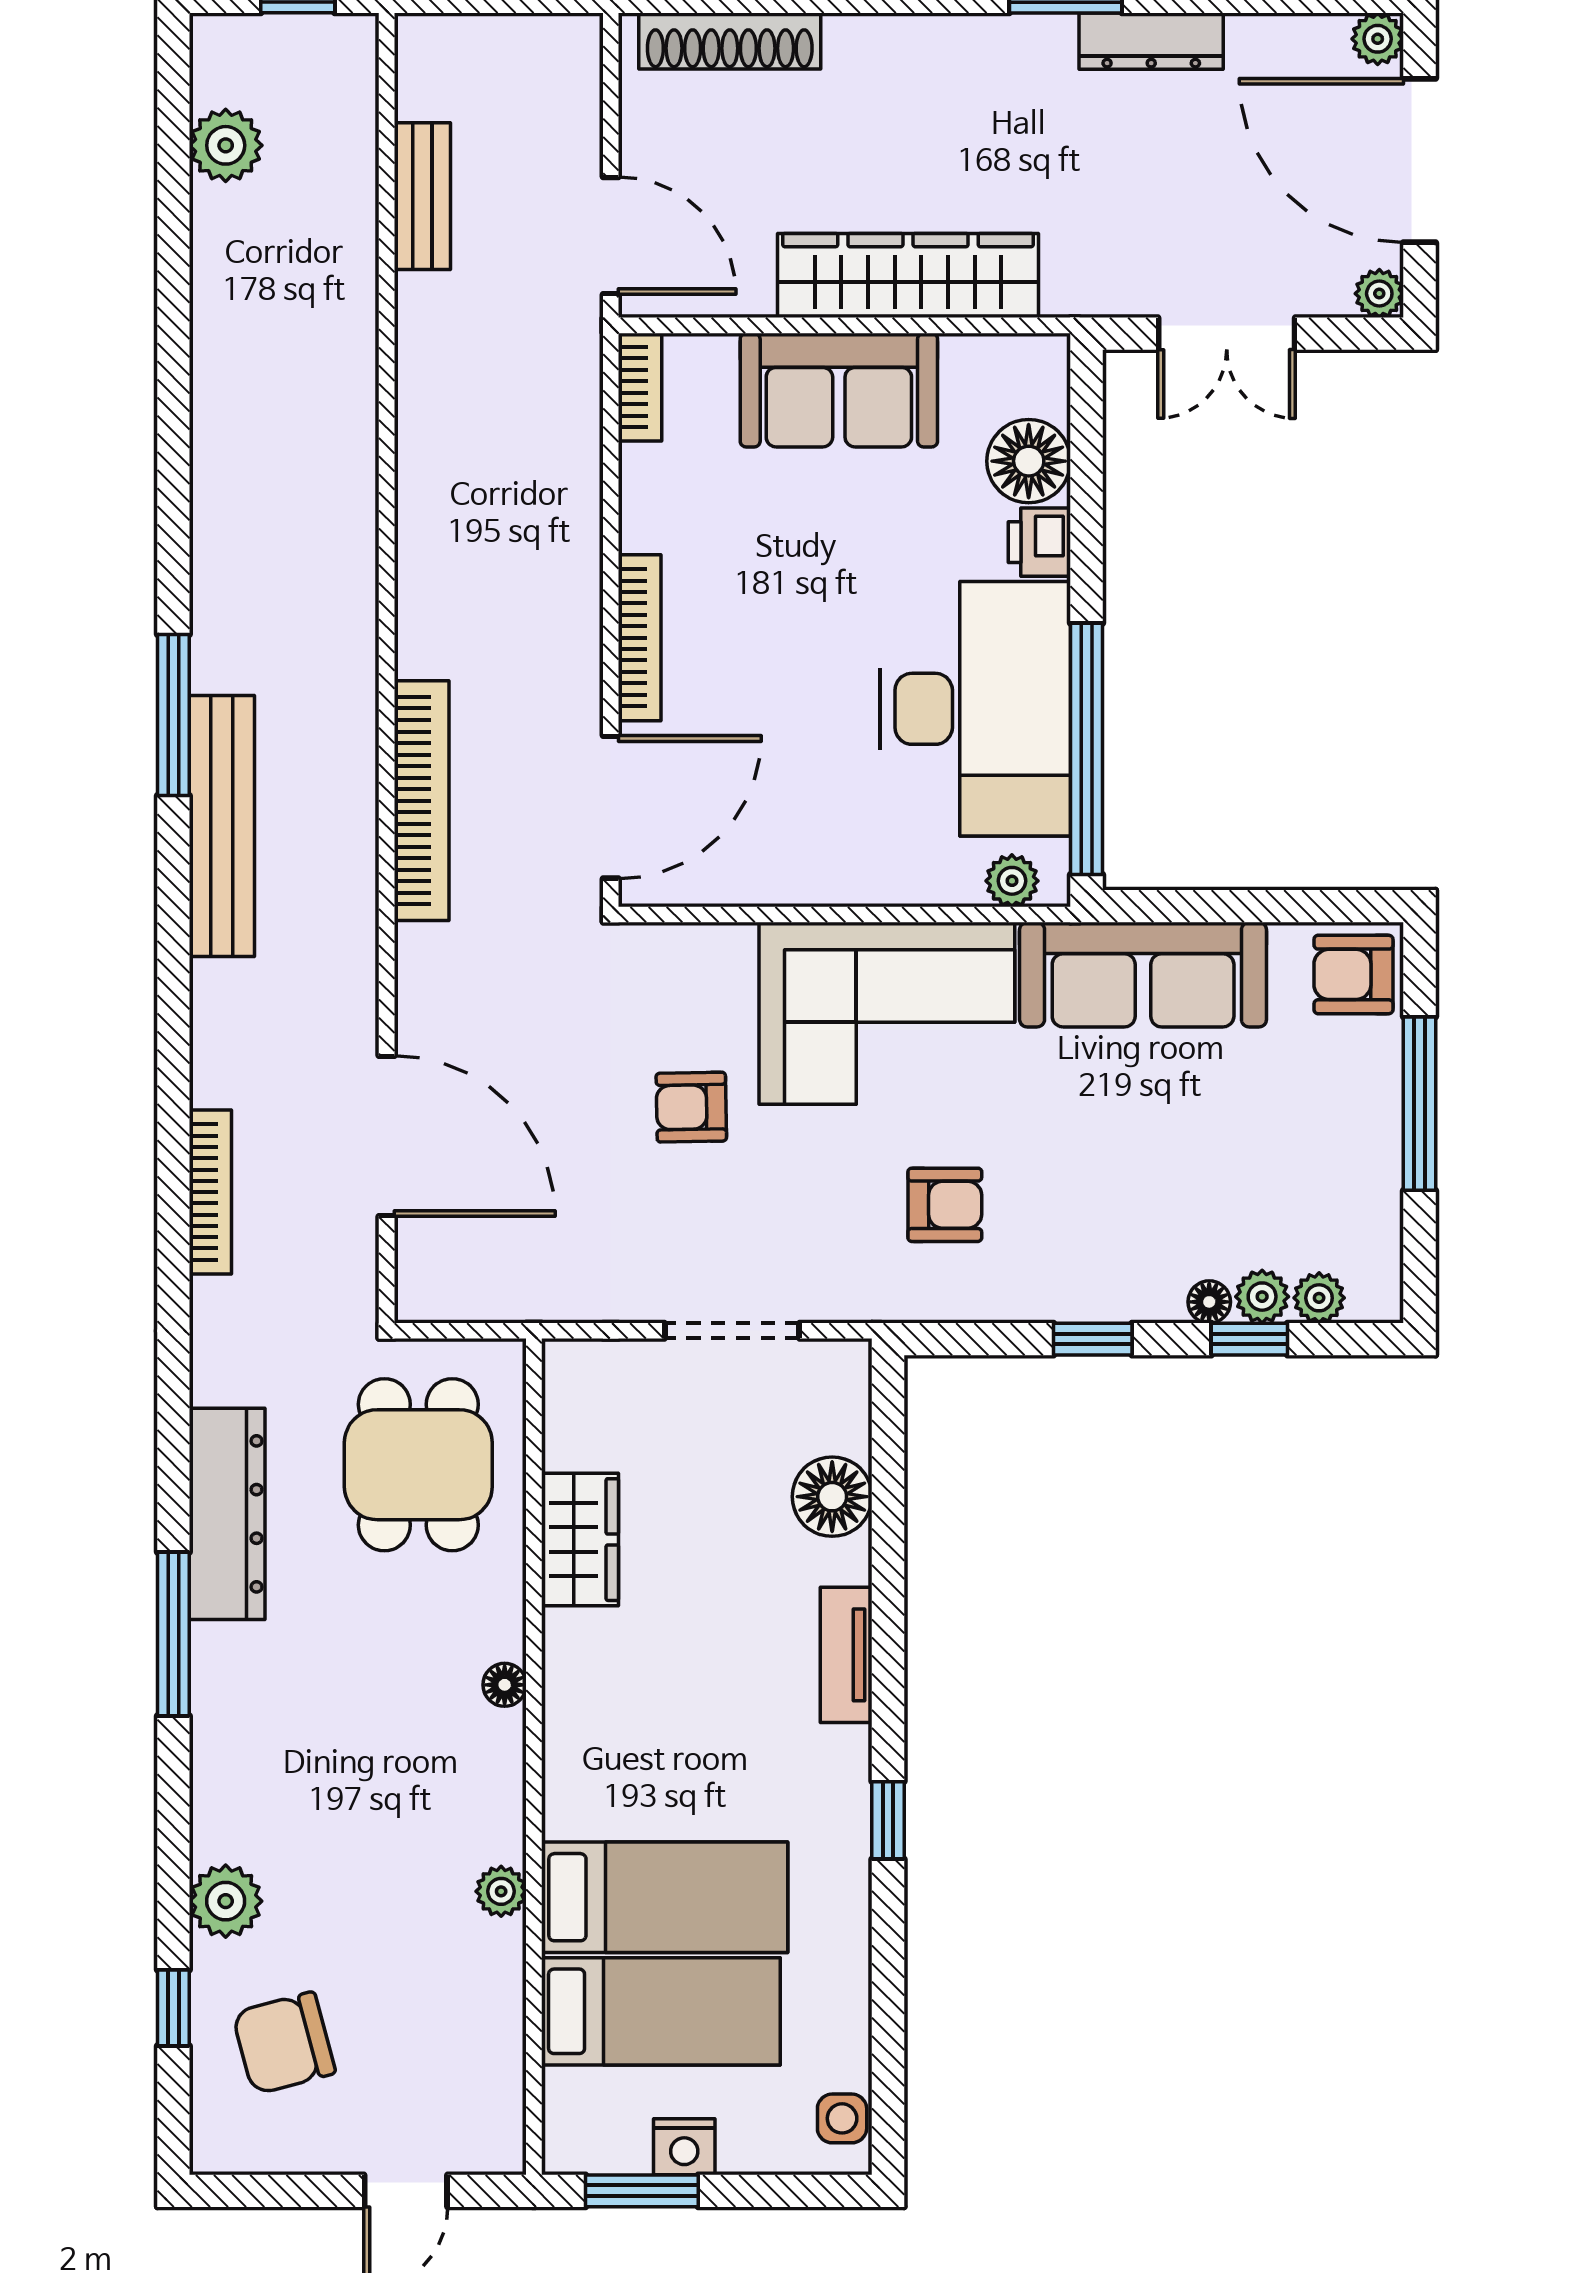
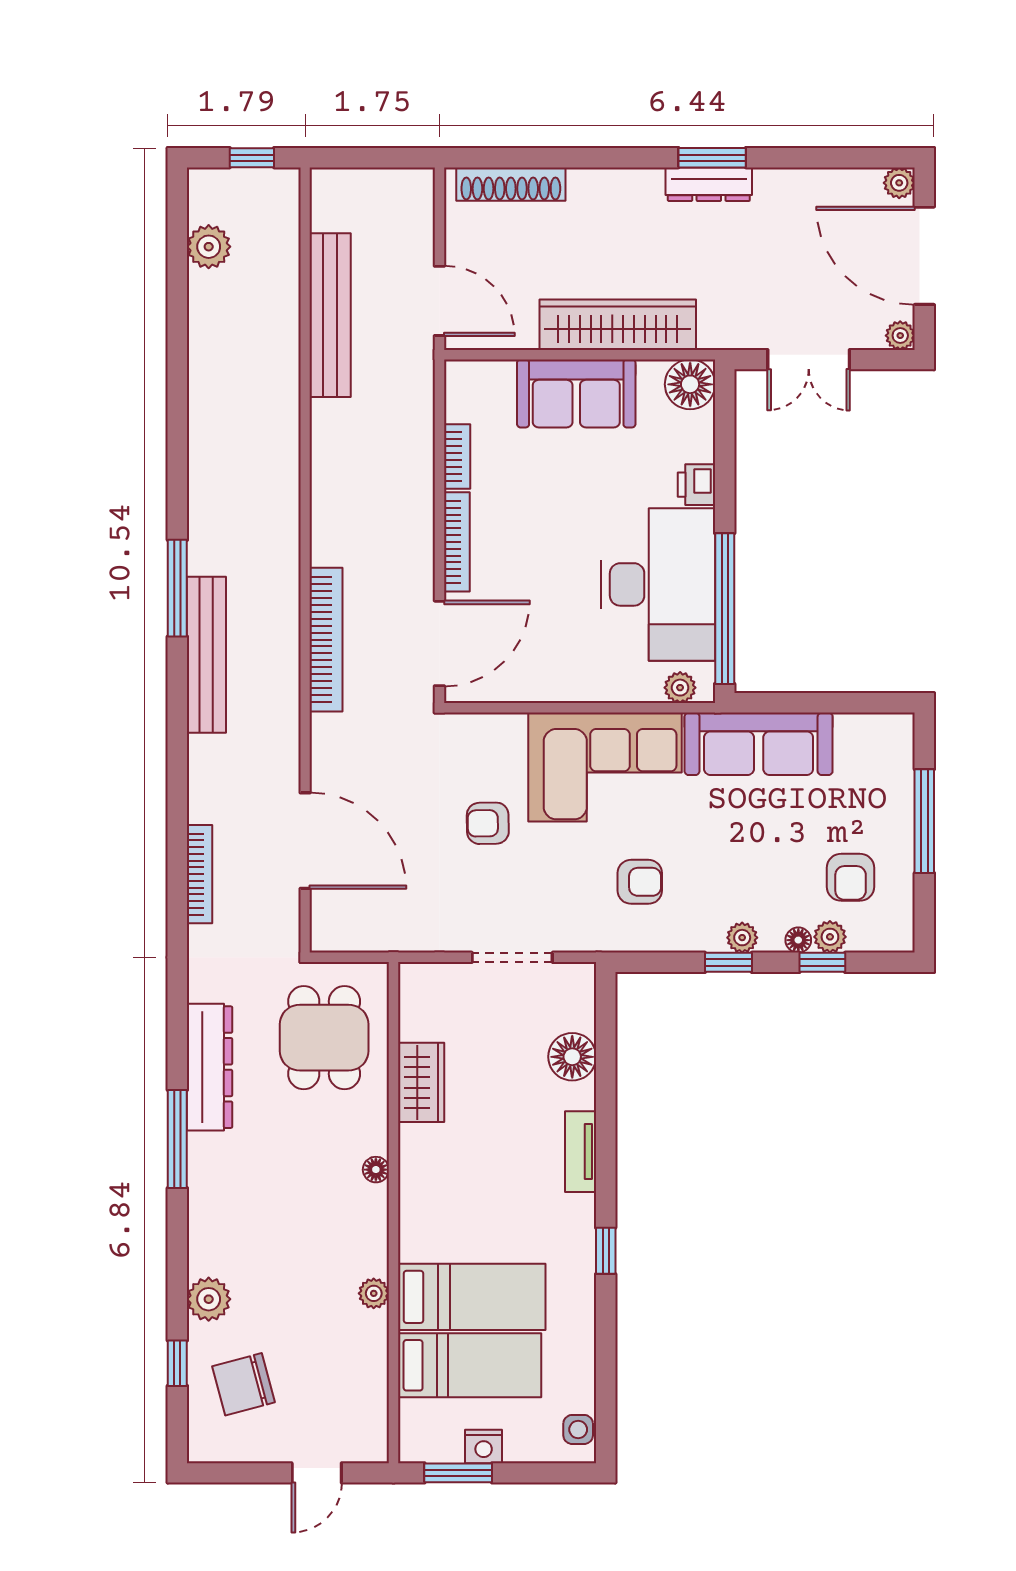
dresser: (1151, 41) -> (709, 184), moved
bench: (422, 196) -> (330, 315), width x1.86, depth x1.21
bookcase: (640, 387) -> (457, 457), moved
floor lamp: (1029, 461) -> (690, 384), moved
armchair: (1353, 974) -> (851, 877), moved, turned -90
plant: (1319, 1298) -> (742, 938), moved

